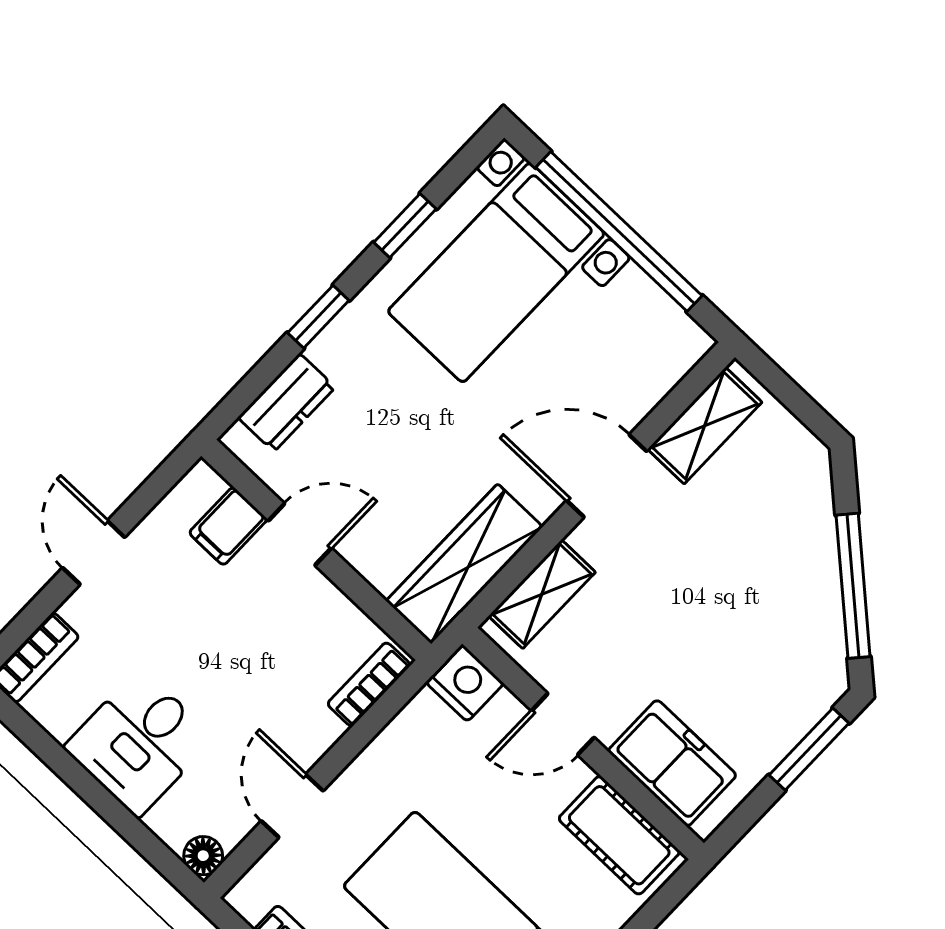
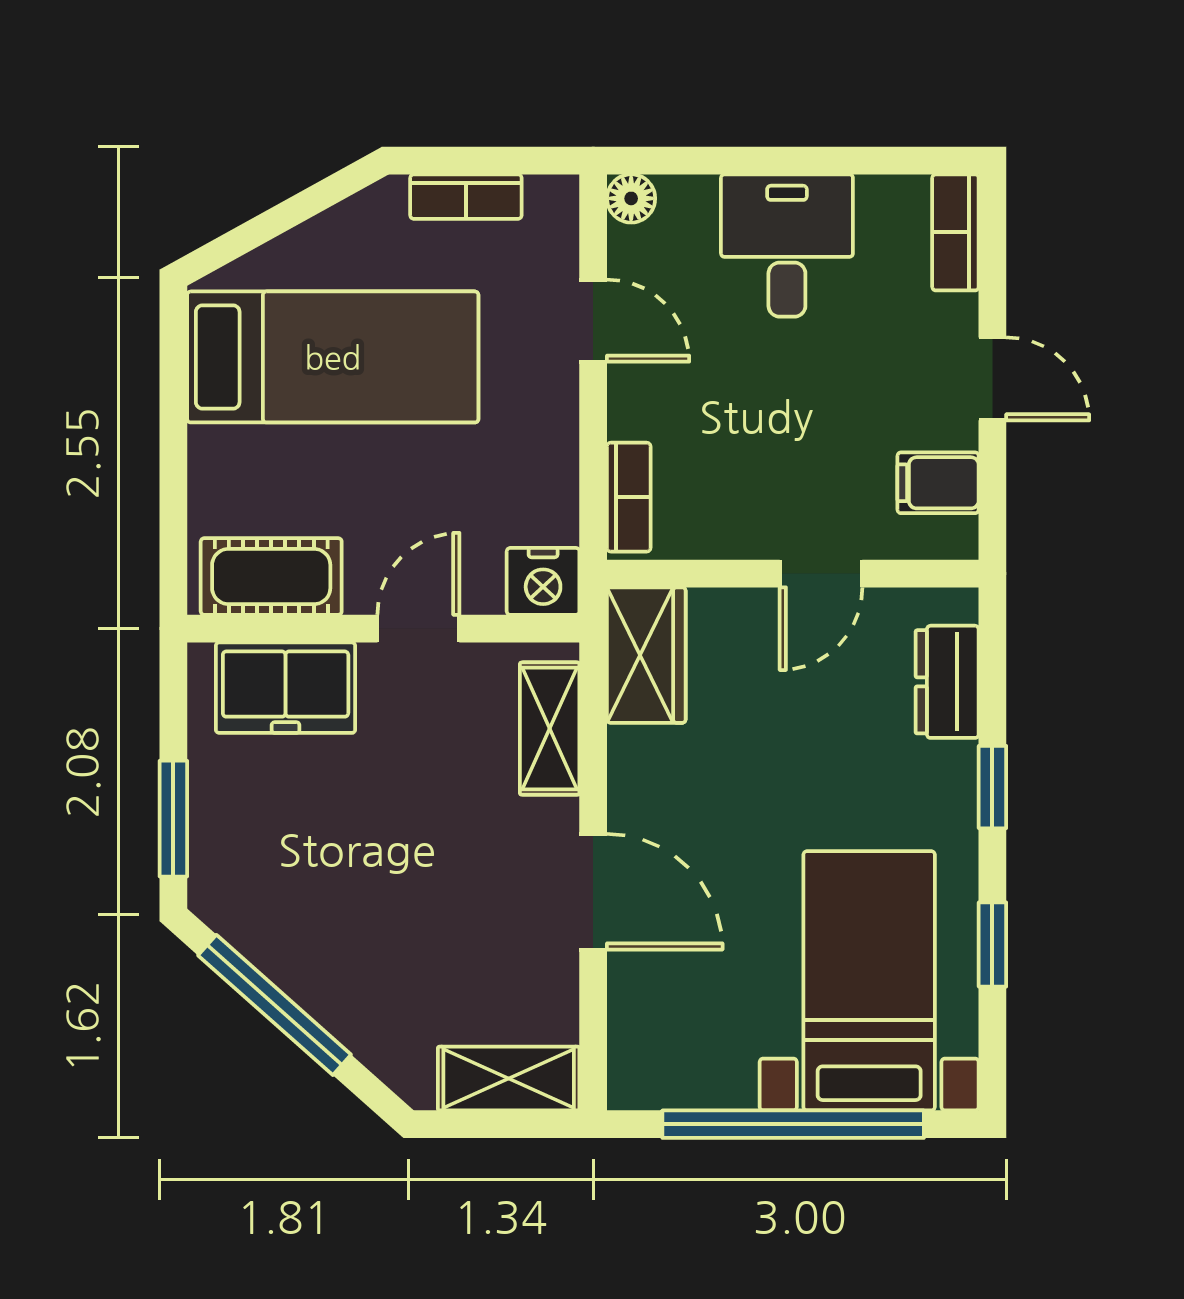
shelving: (705, 426) -> (509, 1079), moved, turned 90
door: (607, 476) -> (593, 892), hinge flipped
filing cabinet: (228, 526) -> (938, 483), moved, turned -90
wardrobe: (464, 564) -> (646, 655), width x0.67

